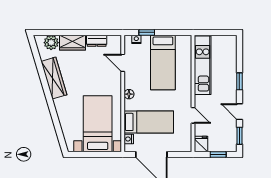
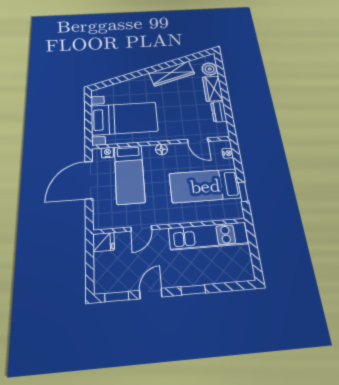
window: (147, 32) -> (243, 192), moved
door: (123, 63) -> (198, 140), swing flipped
window: (218, 154) -> (90, 267), removed

